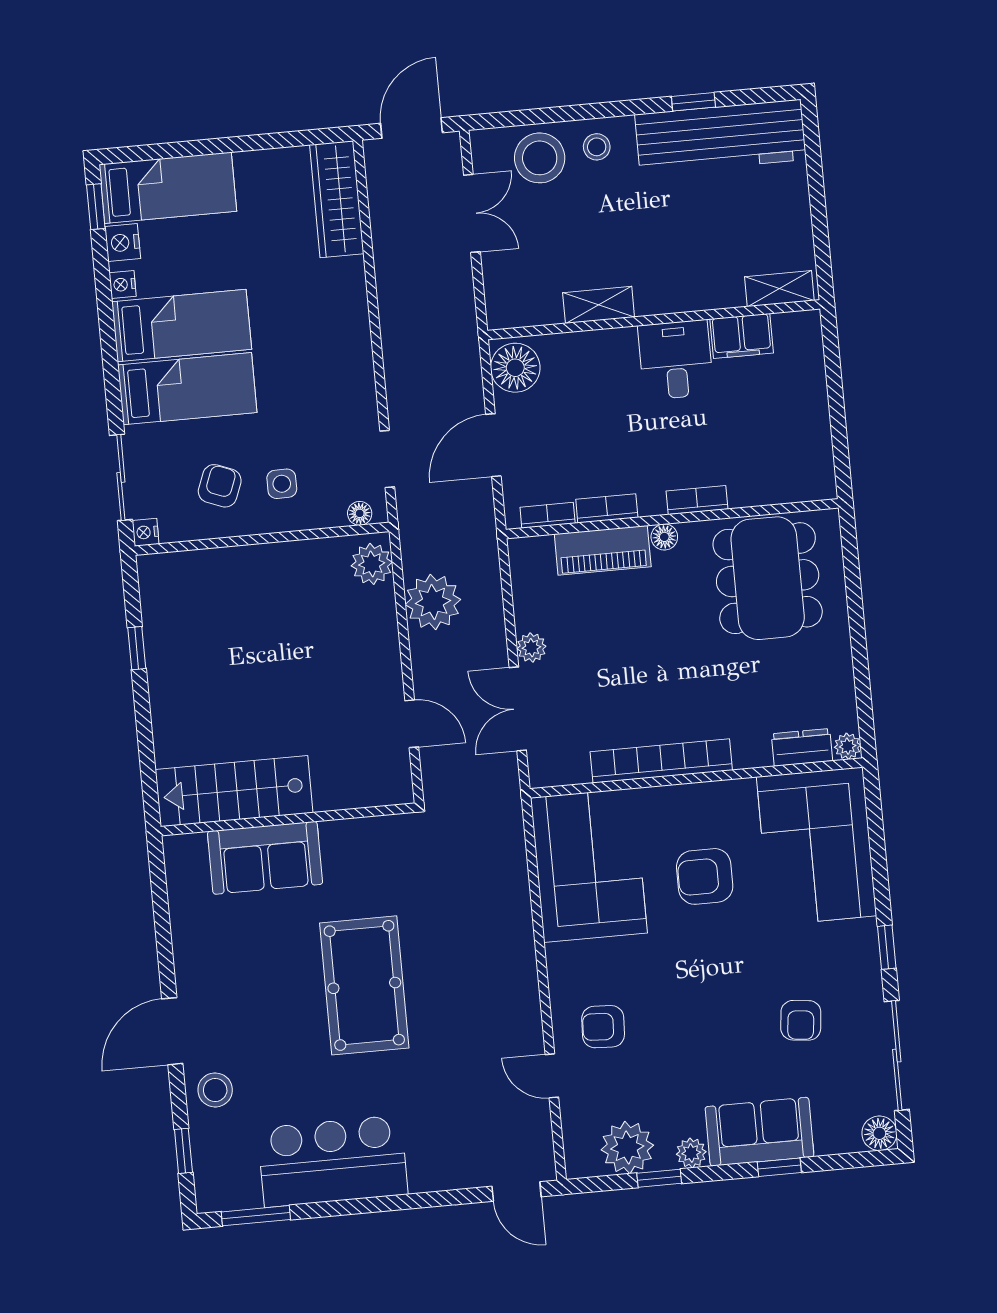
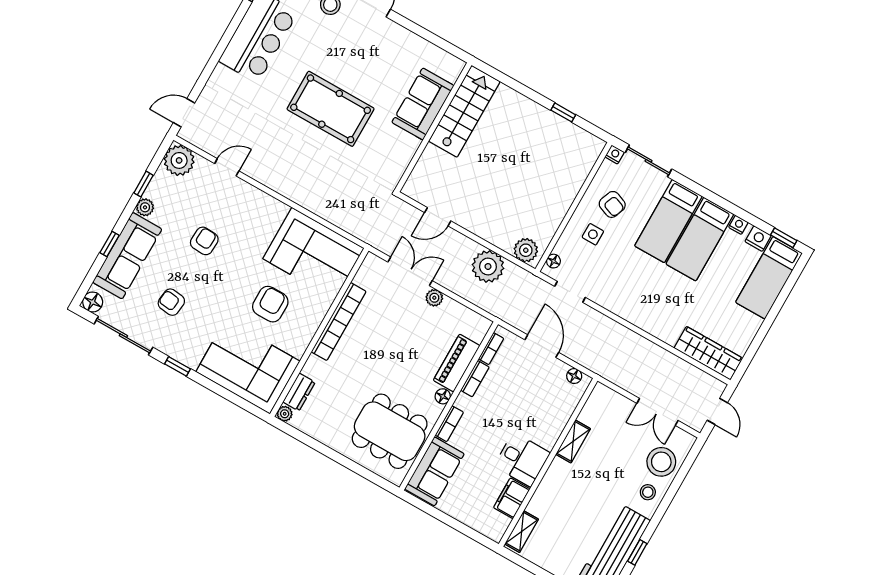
door: (412, 128) -> (717, 412), width x0.73
floor lamp: (515, 368) -> (574, 376), width x0.53, depth x0.53
sofa: (780, 474) -> (434, 471), added
armchair: (603, 1027) -> (204, 241), moved
sofa: (759, 1132) -> (127, 256), width x1.36
plant: (627, 1147) -> (179, 160), moved

